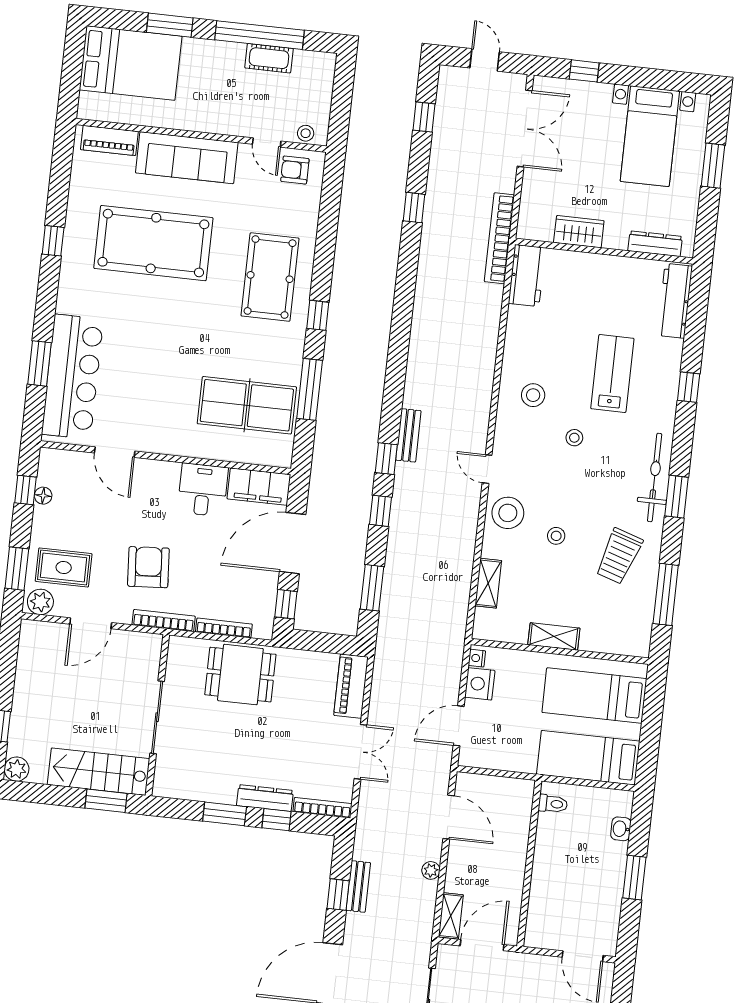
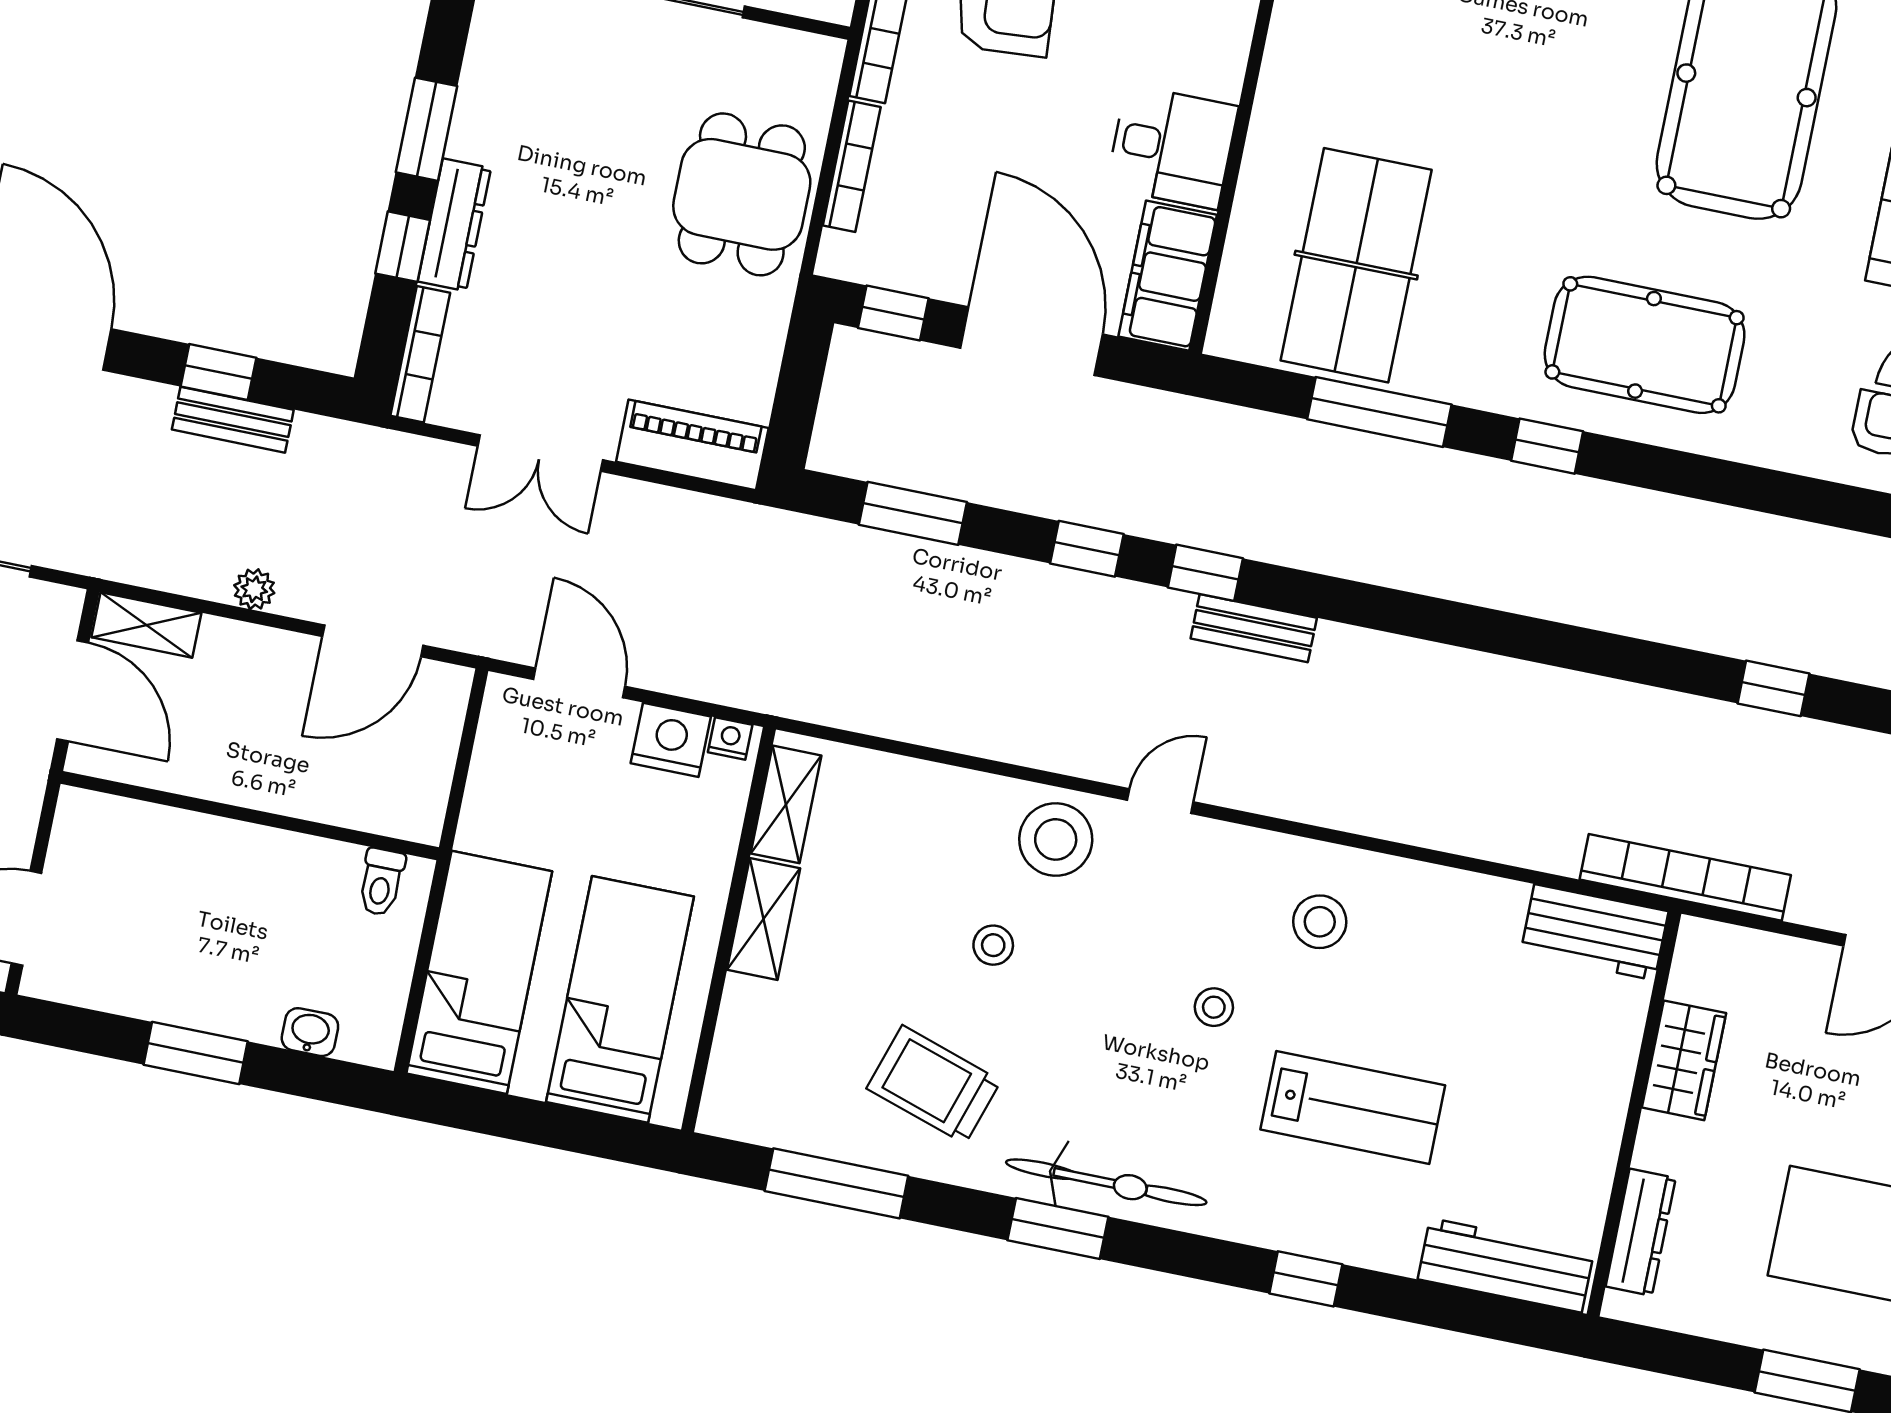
shelving: (488, 583) -> (786, 804), moved, turned 90

